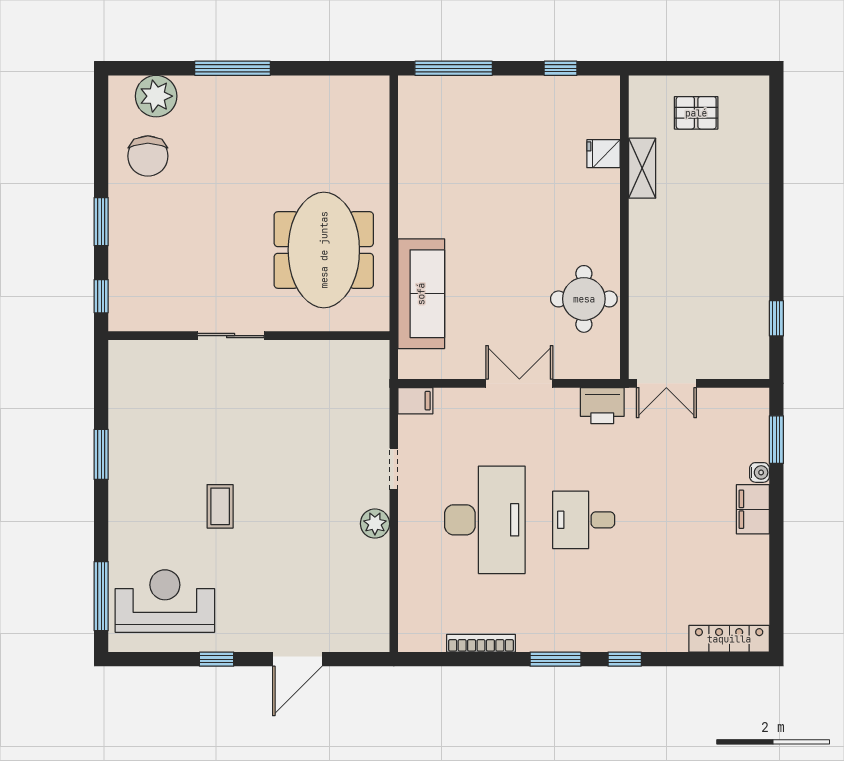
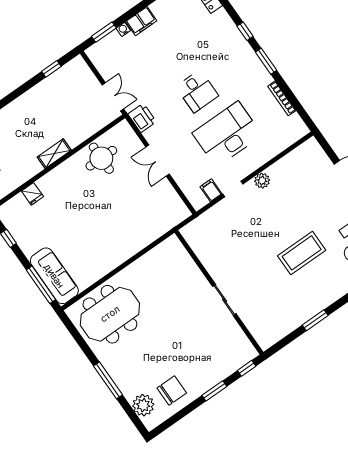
shelving: (642, 168) -> (54, 154), moved
meeting table: (324, 250) -> (110, 314), moved
sofa: (421, 294) -> (54, 276), moved, turned 90
filing cabinet: (415, 401) -> (211, 190), moved
coffee table: (220, 506) -> (302, 253), width x1.86, depth x1.72

